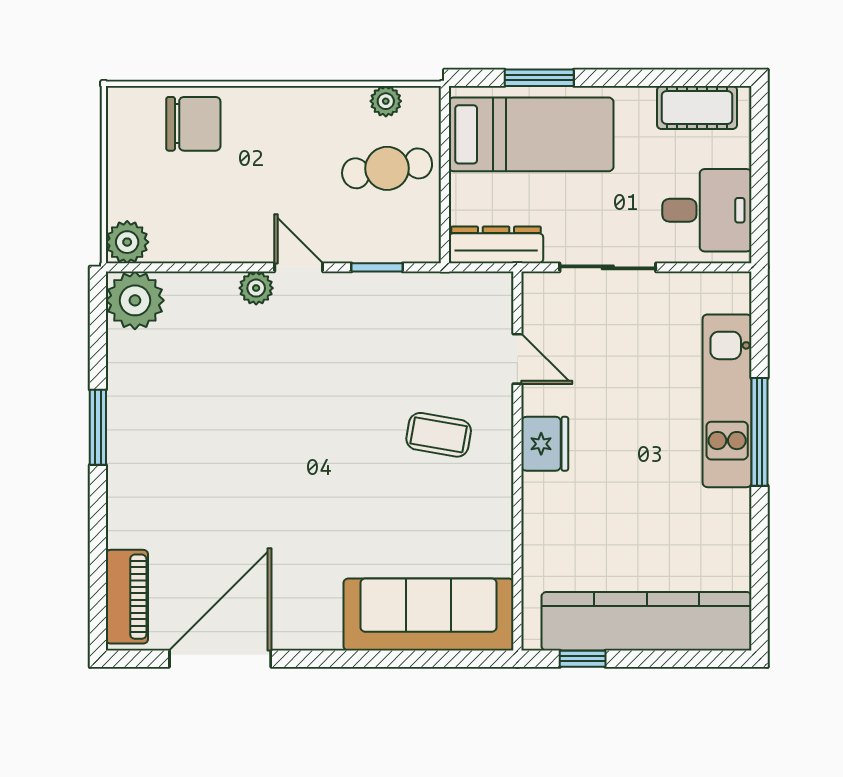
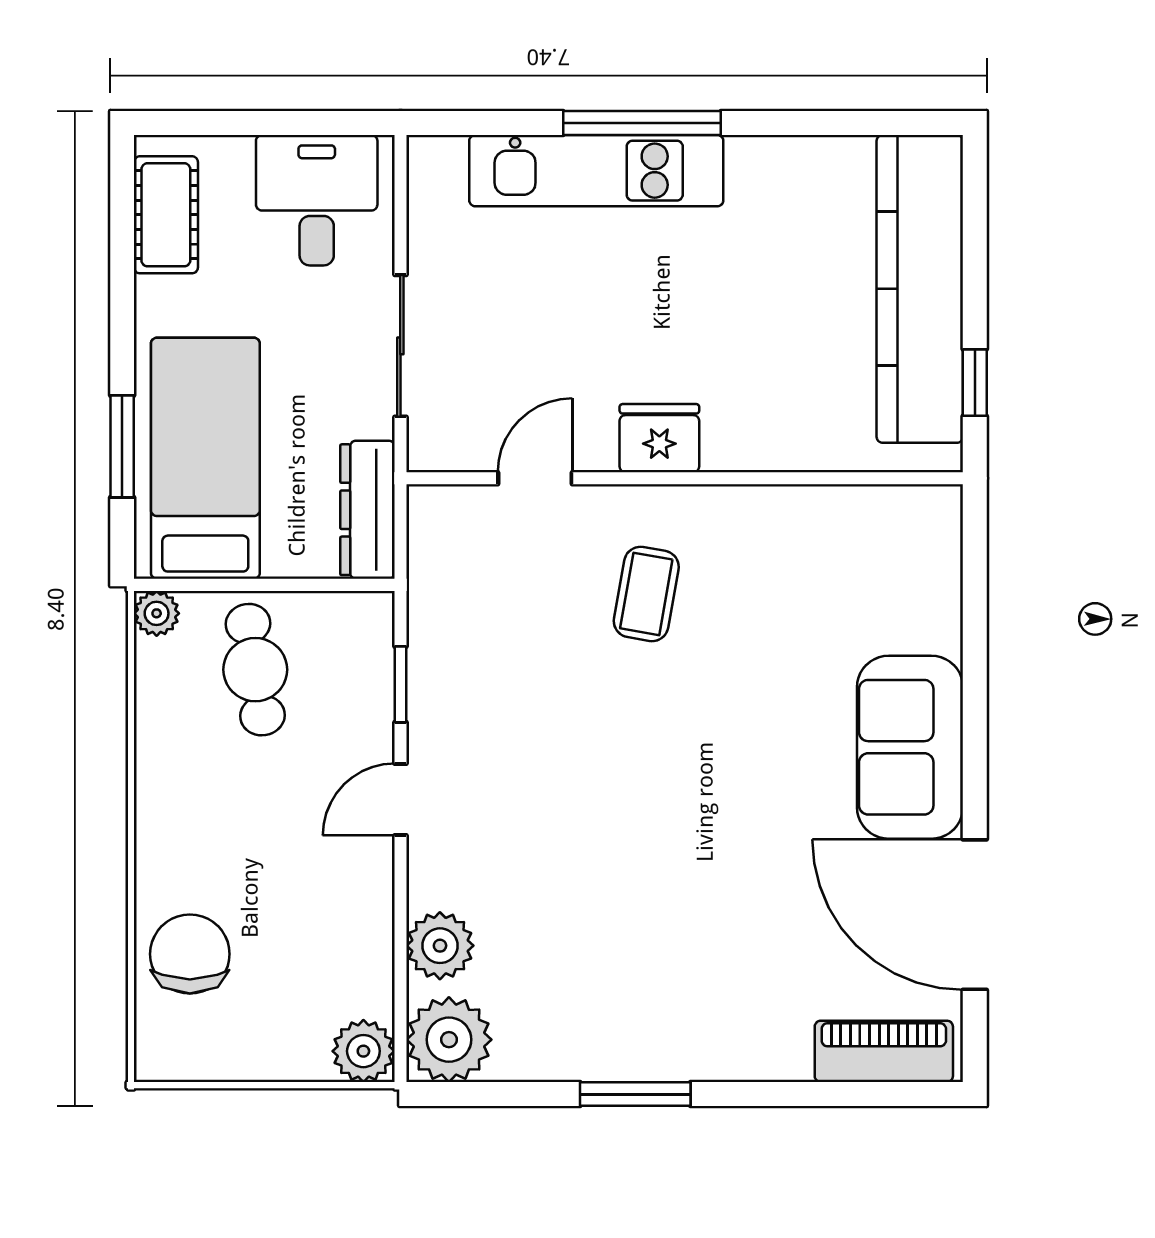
plant: (386, 101) -> (157, 613), moved
plant: (256, 288) -> (440, 946), moved, width x1.38, depth x1.38
sofa: (428, 615) -> (910, 747), moved, width x0.73

